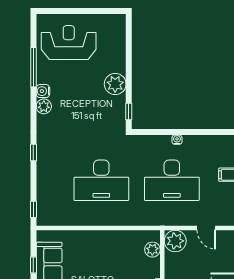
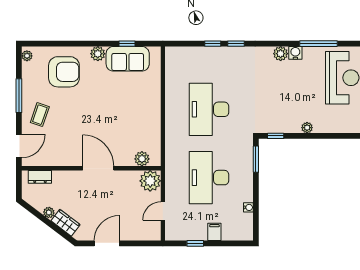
plant: (115, 84) -> (307, 128), width x0.53, depth x0.53
window: (153, 132) -> (256, 159), added
water cooler: (177, 140) -> (248, 207), moved
window: (33, 209) -> (213, 44), moved

